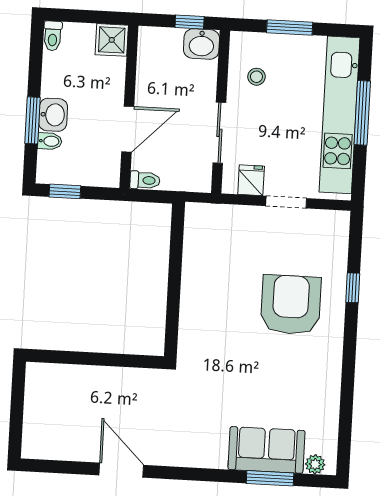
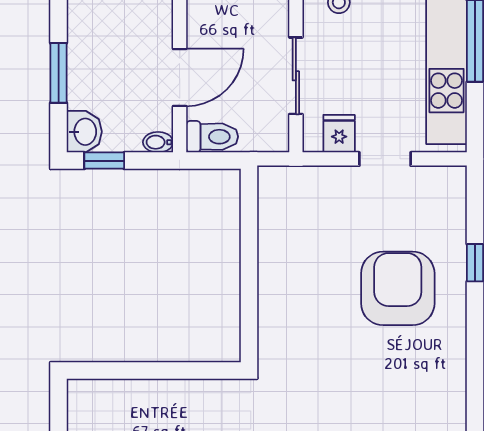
washbasin: (53, 115) -> (84, 132), moved
bidet: (50, 141) -> (158, 142), moved, turned 180
toilet: (145, 180) -> (212, 137), width x1.37, depth x1.39

